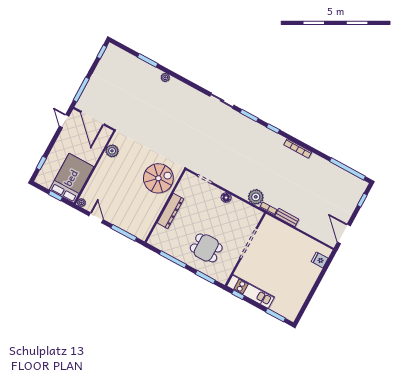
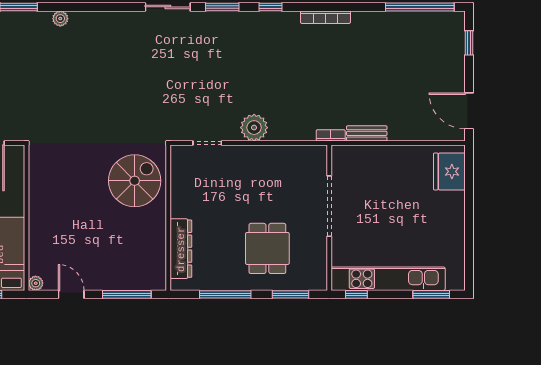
plant: (112, 151) -> (40, 177), removed
plant: (256, 197) -> (254, 128), moved
floor lamp: (226, 198) -> (256, 154), removed
dresser: (170, 211) -> (181, 249), moved
dining table: (206, 248) -> (267, 248), turned 90
fridge: (320, 260) -> (449, 171), width x1.88, depth x1.34
kitchen unit: (251, 292) -> (388, 279), width x1.36

